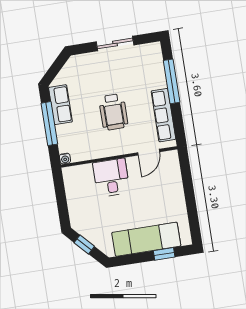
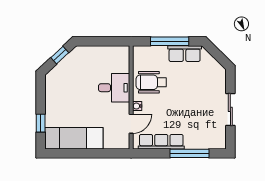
wheelchair: (113, 112) -> (151, 82), moved
door: (149, 152) -> (131, 124), swing flipped
water cooler: (65, 159) -> (137, 106), moved
exam couch: (146, 239) -> (74, 138), moved, turned -90

